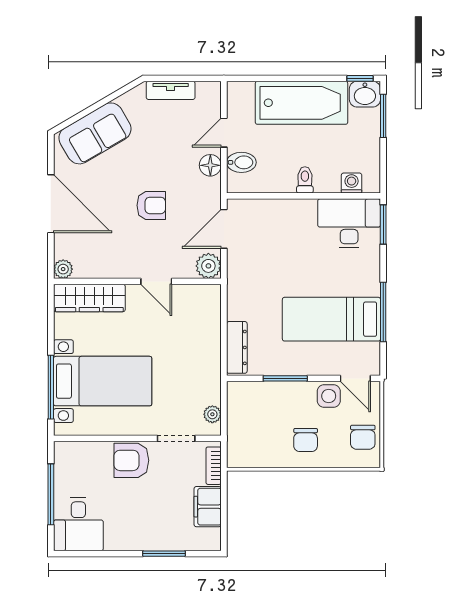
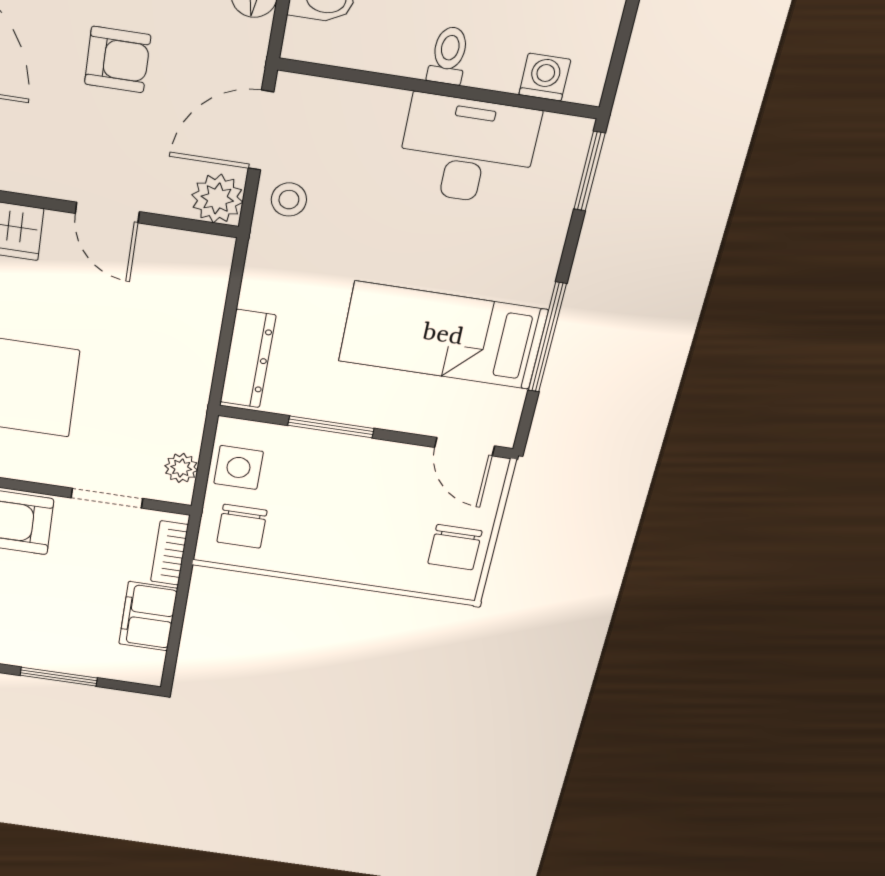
desk: (349, 223) -> (468, 150), moved
stool: (243, 261) -> (289, 200), added
side table: (329, 396) -> (239, 467), moved
chair: (306, 440) -> (242, 526), moved

